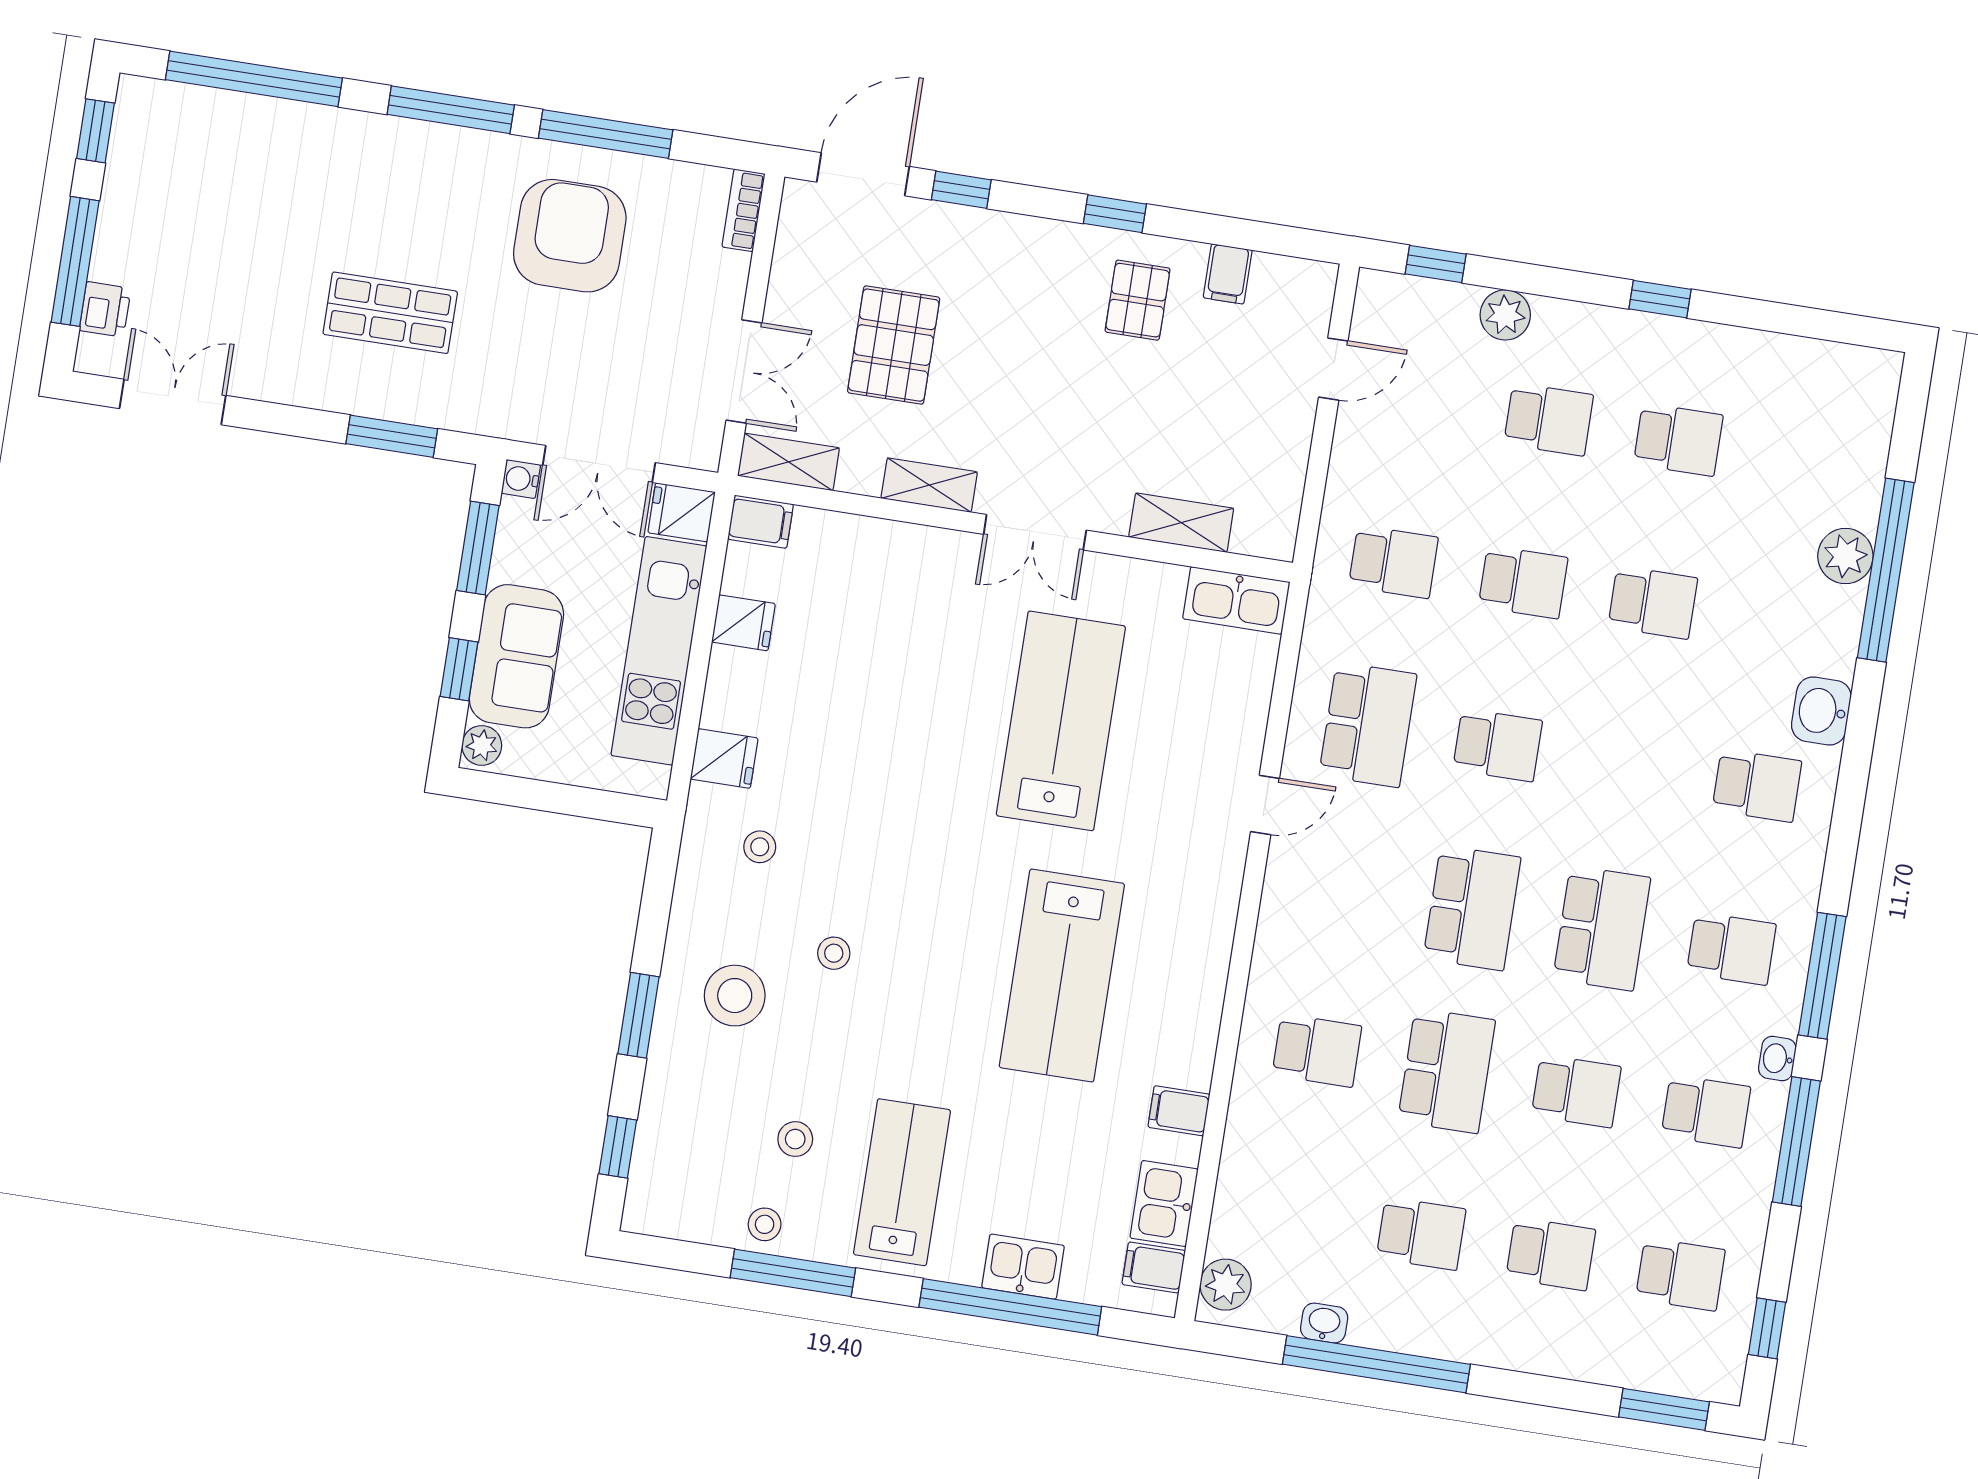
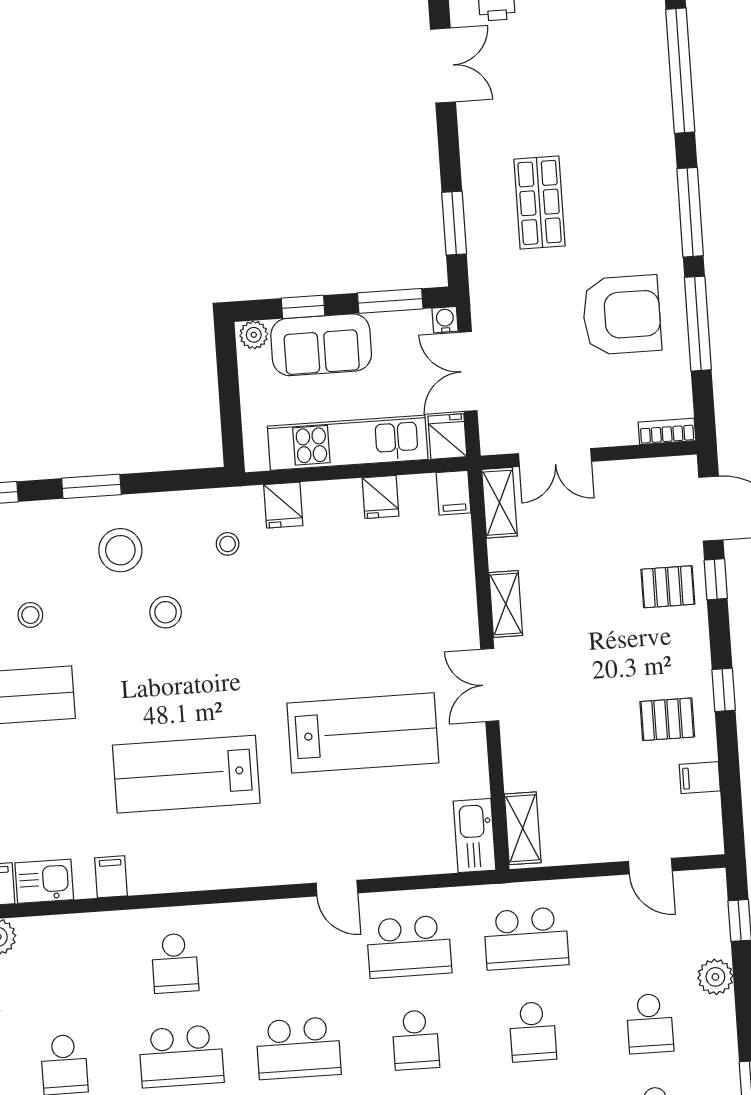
pallet: (894, 345) -> (668, 587), moved, width x0.67, depth x0.71
shelving: (1181, 523) -> (523, 828), moved
school desk: (1393, 562) -> (526, 938), width x1.85
stool: (834, 953) -> (166, 612), width x1.37, depth x1.37

